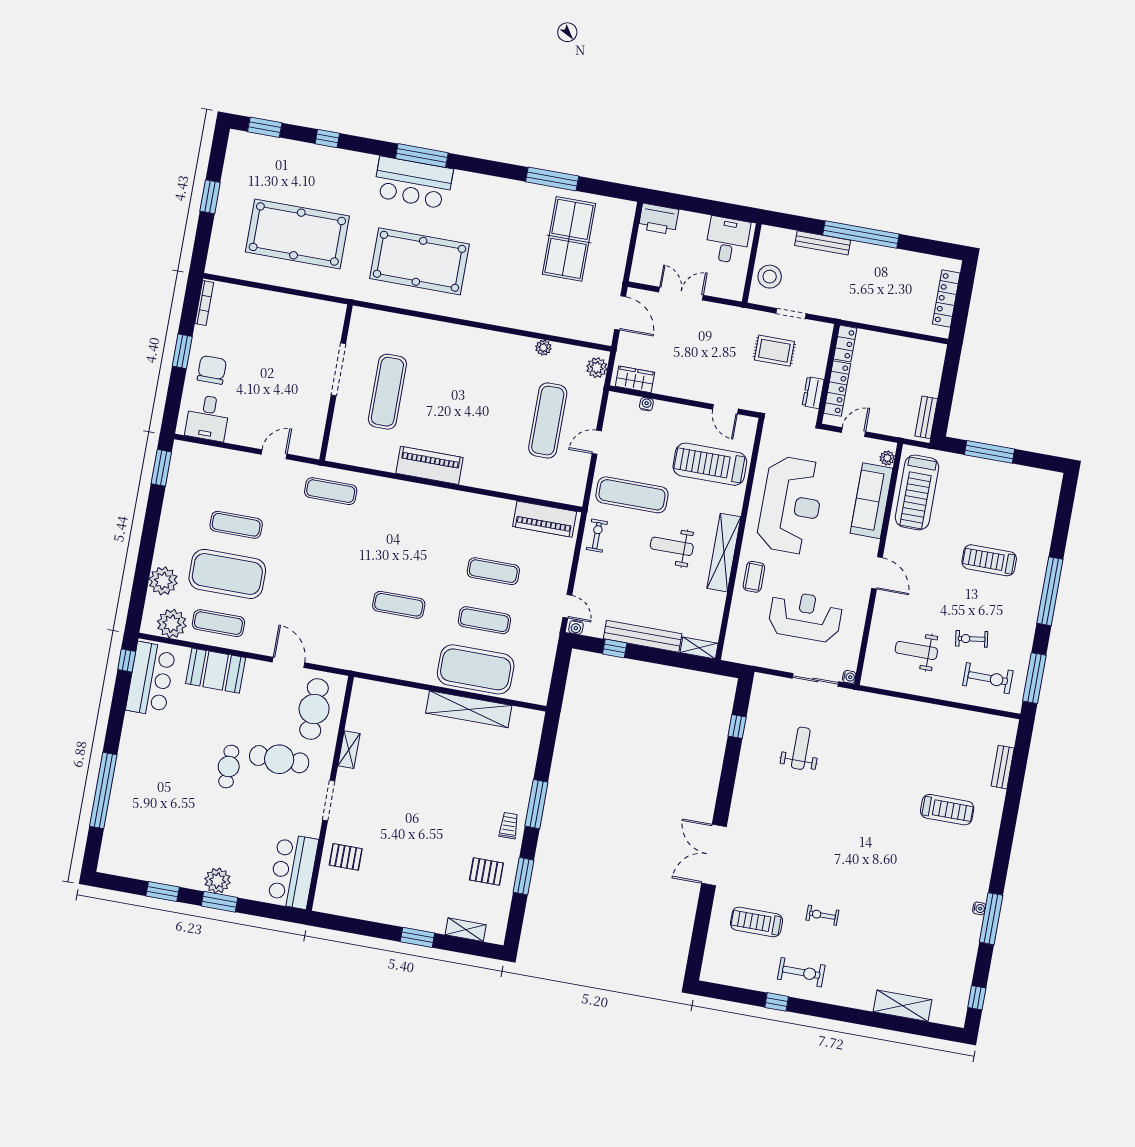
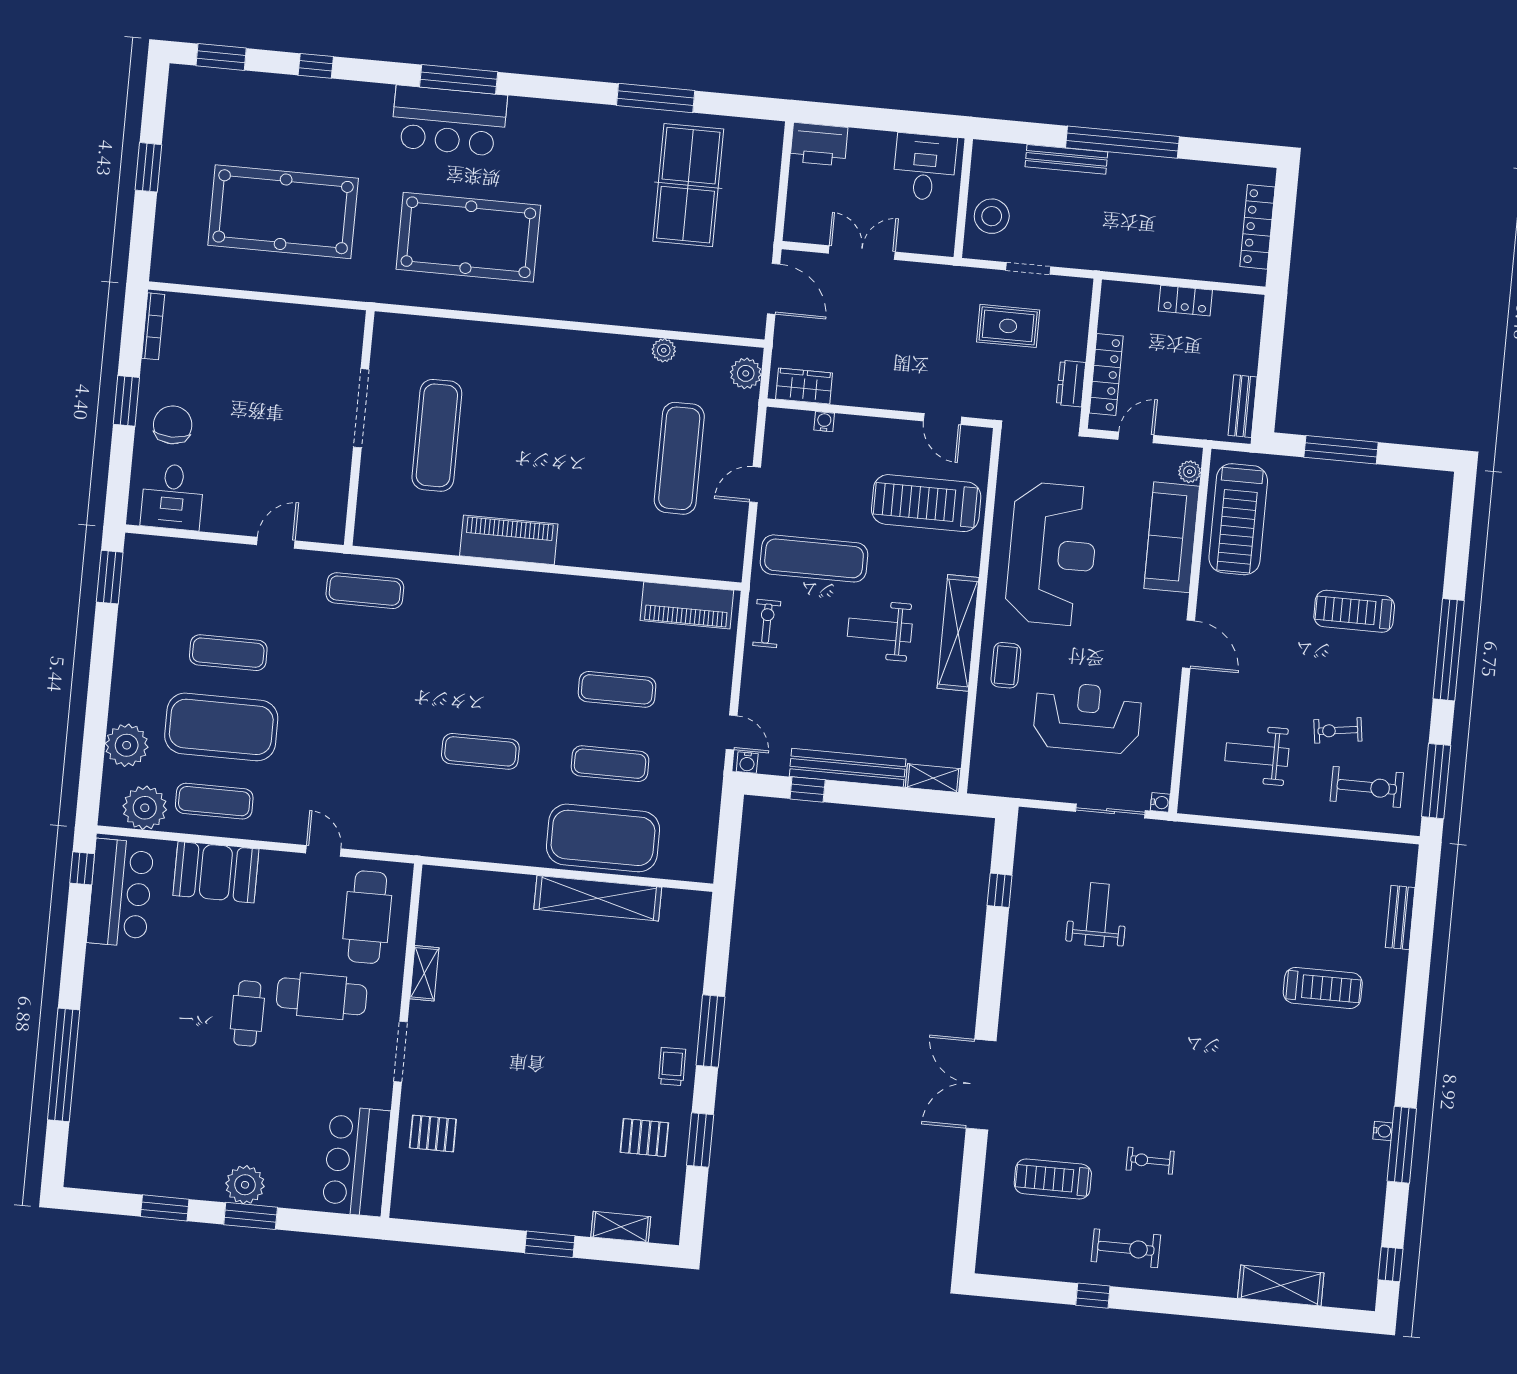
locker: (845, 344) -> (1185, 301), moved, turned 90
door: (288, 662) -> (323, 851), width x0.73

